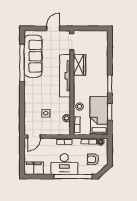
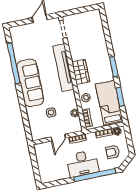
sofa: (33, 56) -> (30, 83), moved
wardrobe: (80, 65) -> (81, 72), moved
door: (34, 137) -> (58, 138), moved
filing cabinet: (34, 168) -> (50, 175), removed

